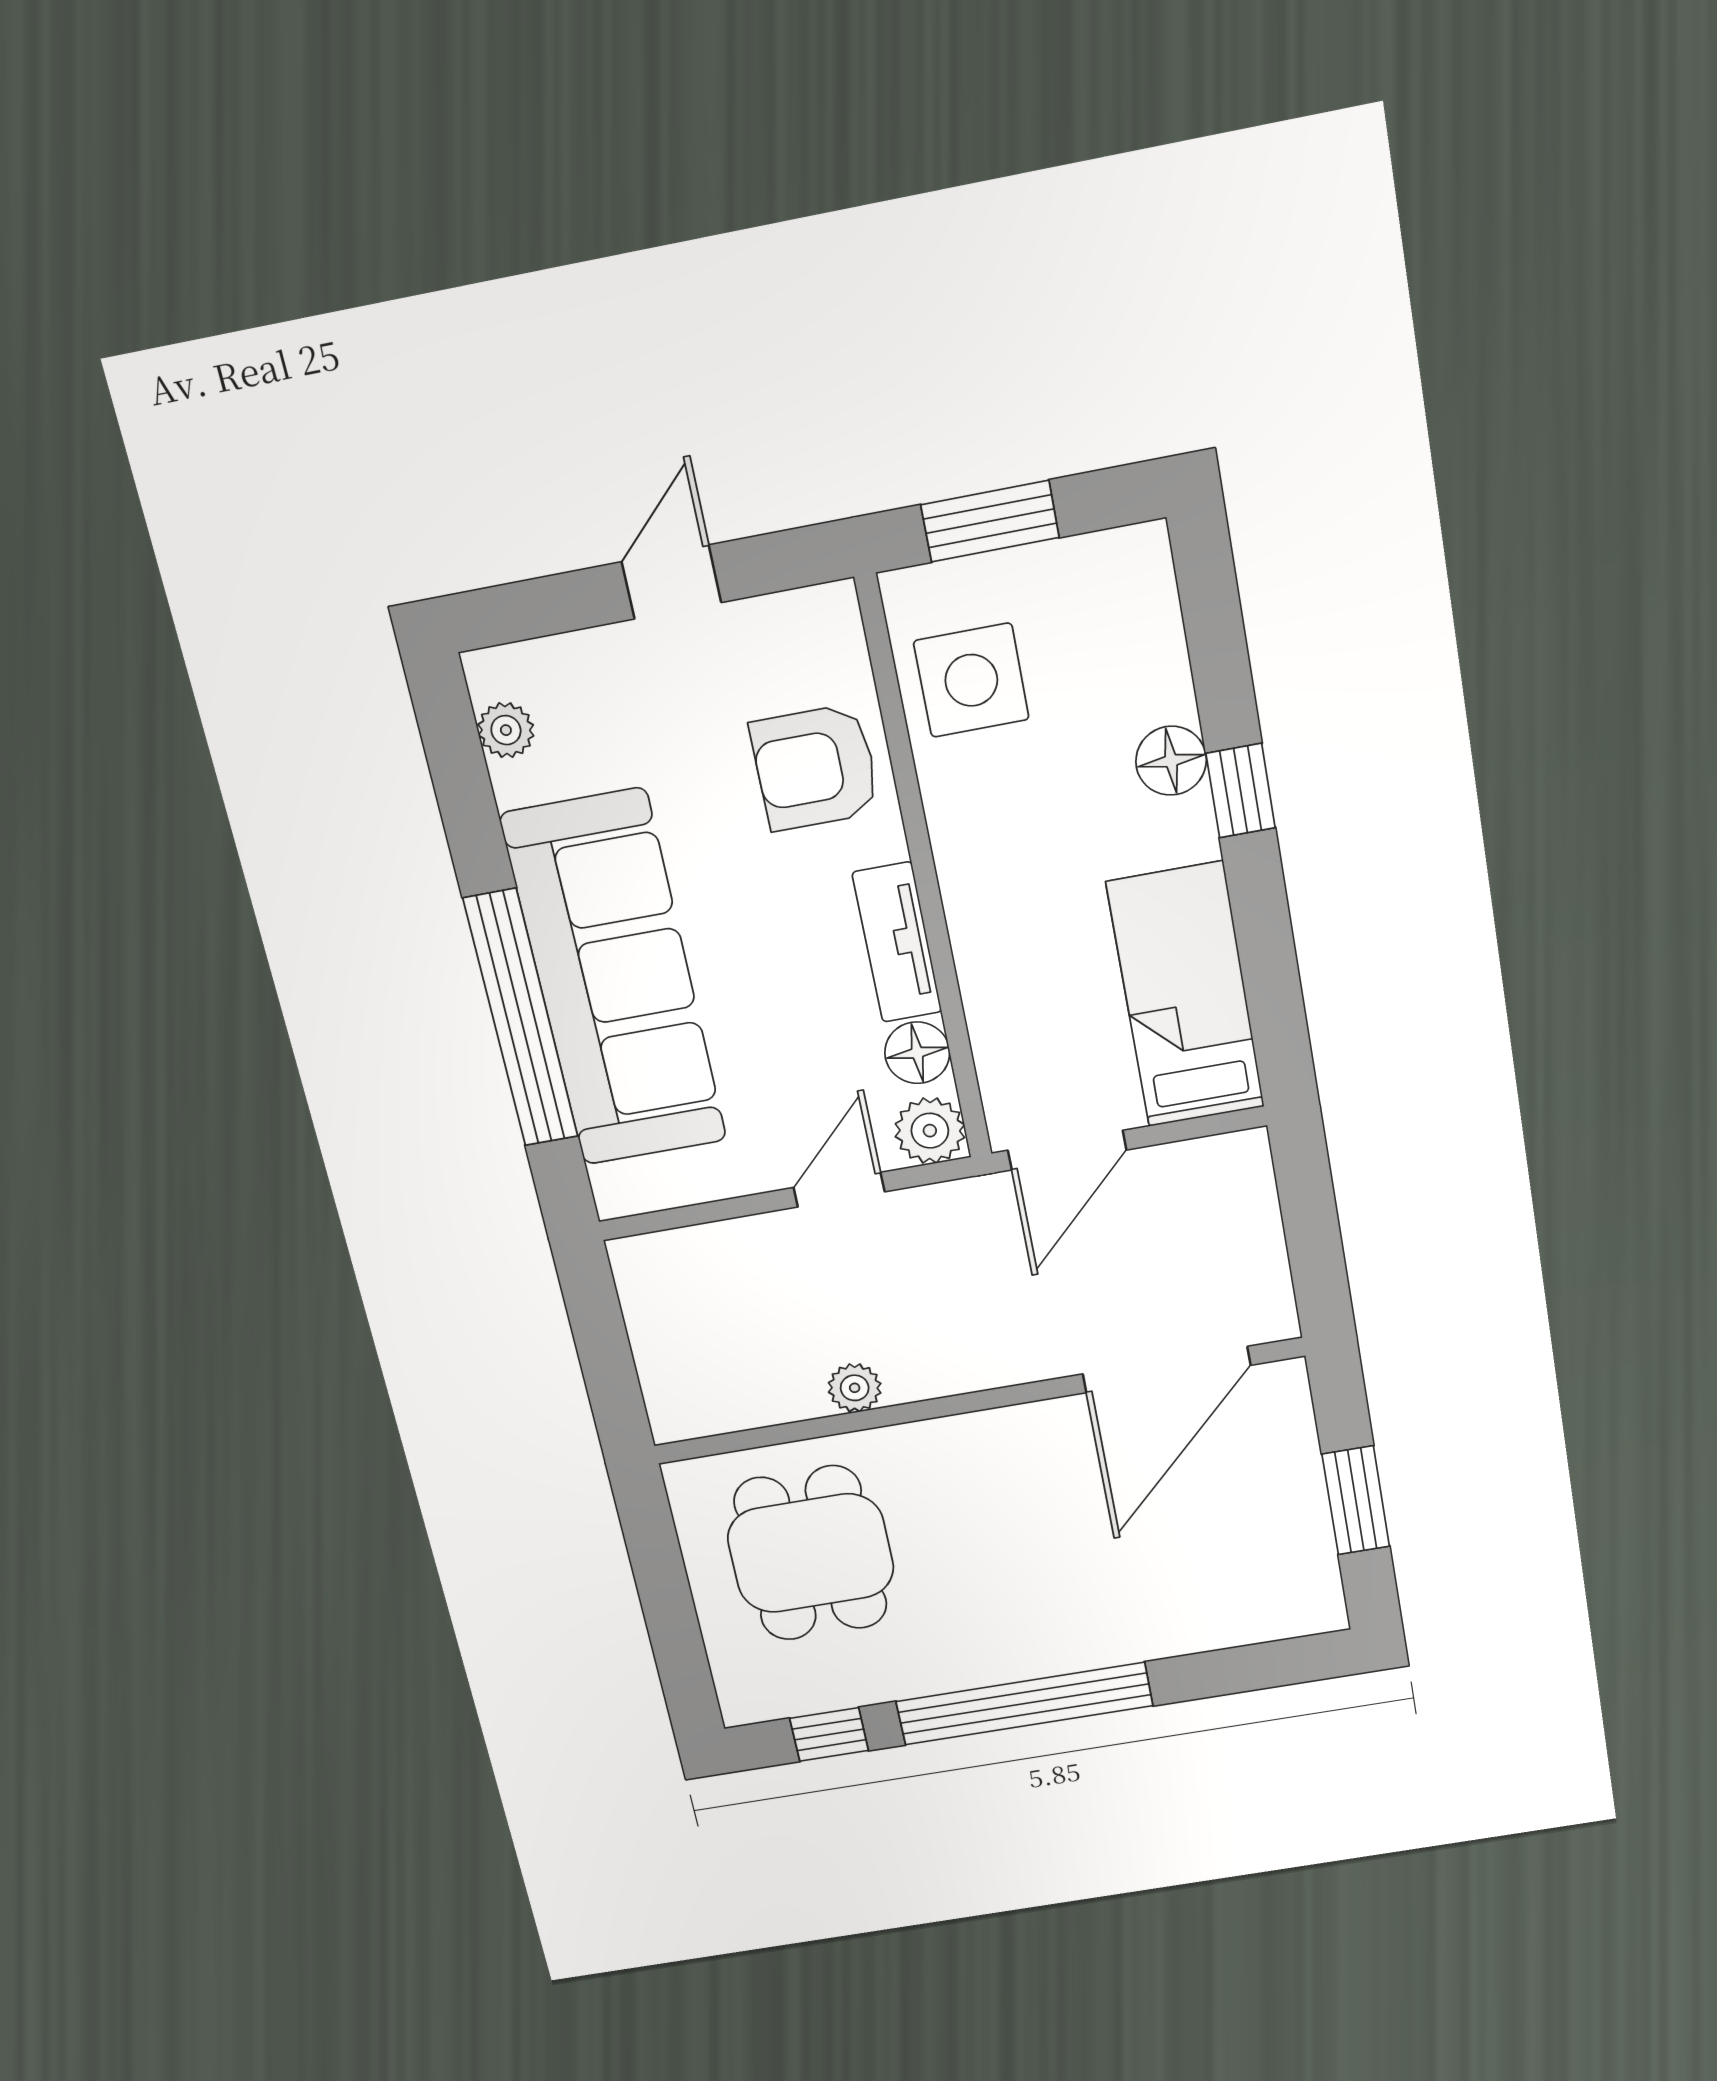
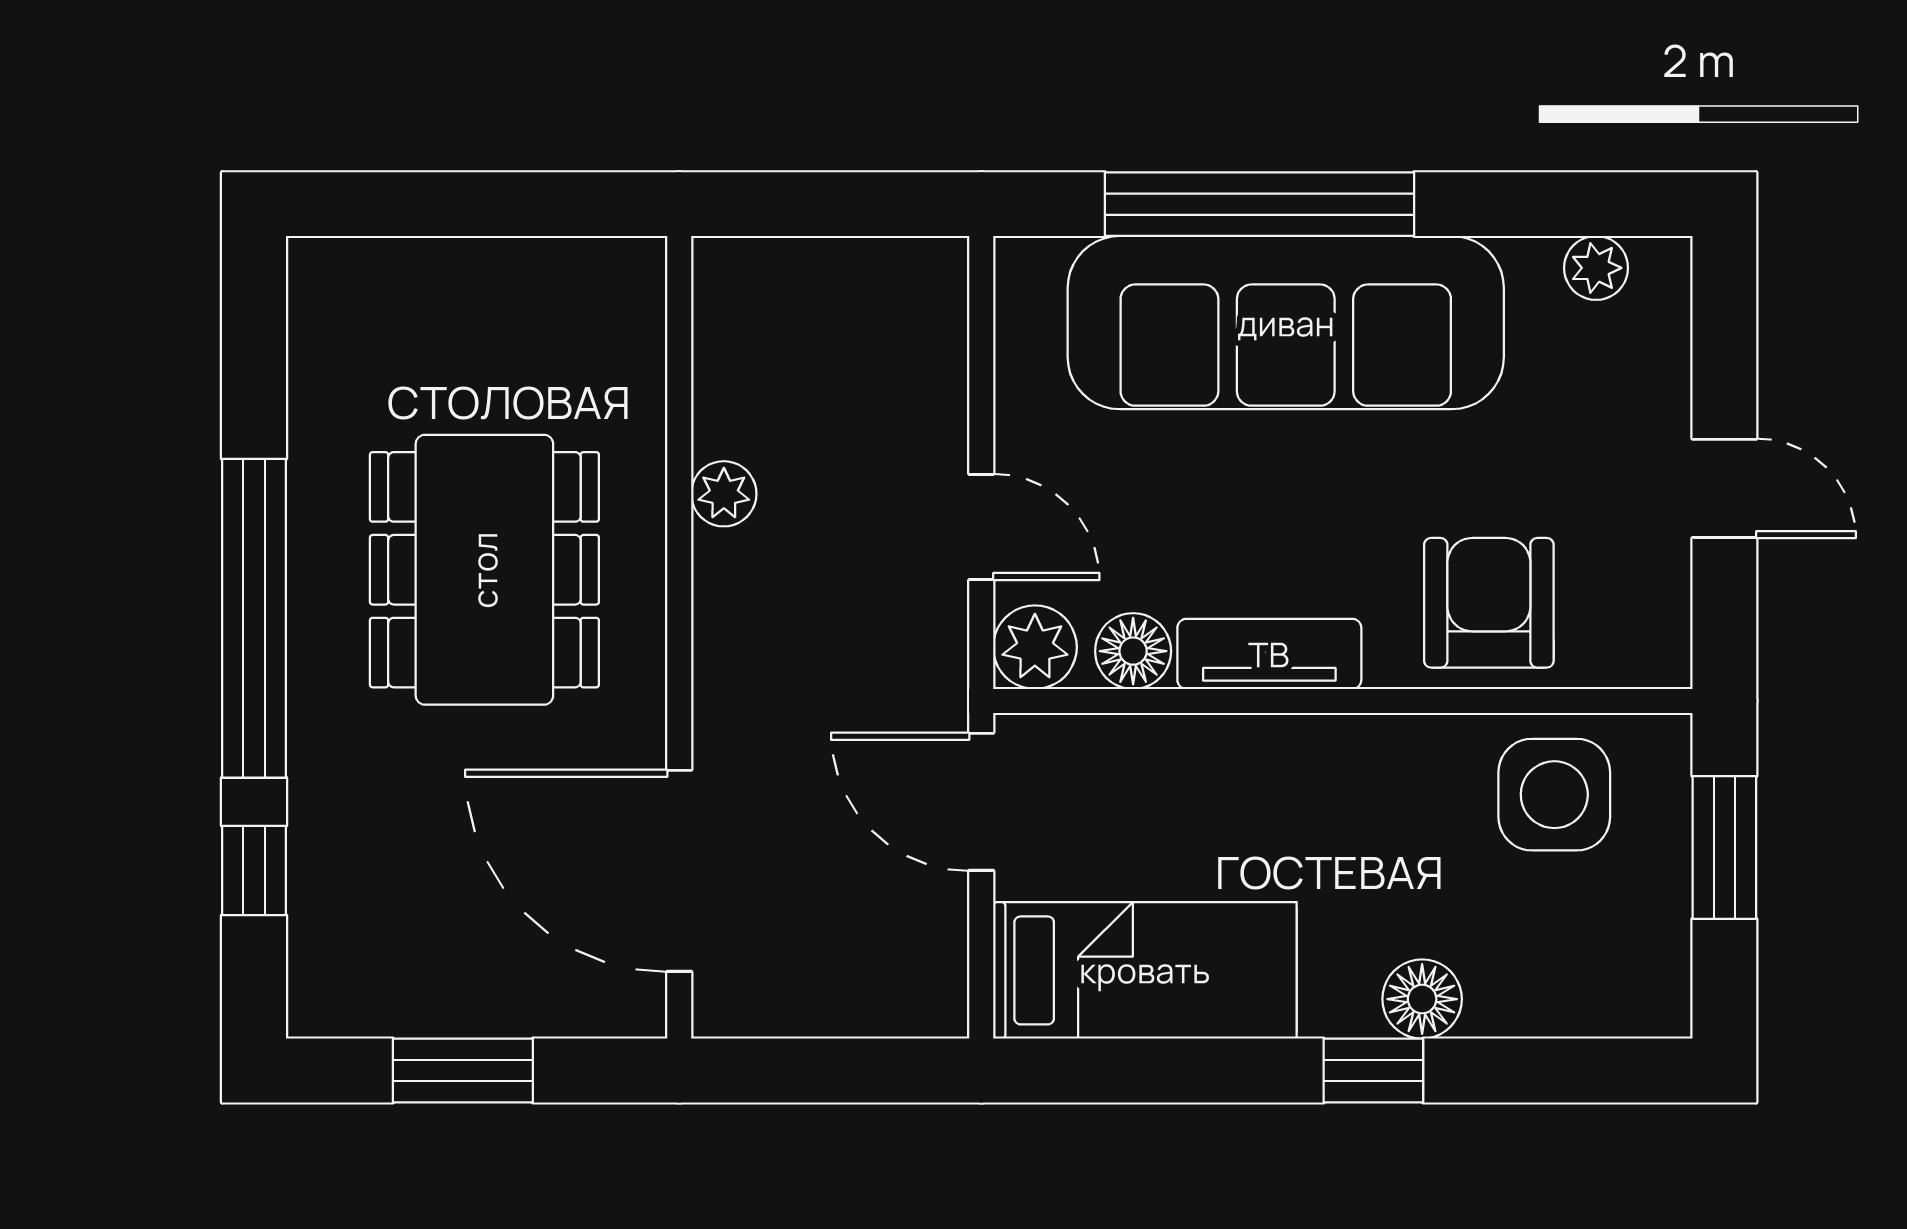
dining table: (811, 1553) -> (484, 570), moved, width x1.37
window: (829, 1734) -> (254, 870), moved

